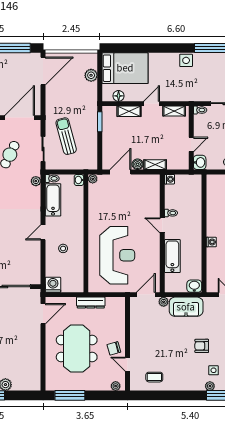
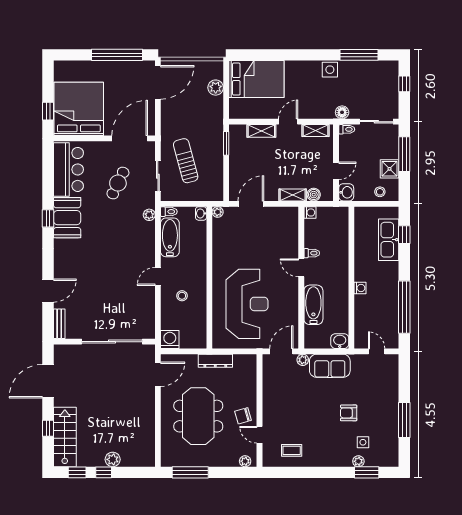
floor lamp: (119, 96) -> (342, 112), moved
boiler: (138, 164) -> (314, 195), moved

